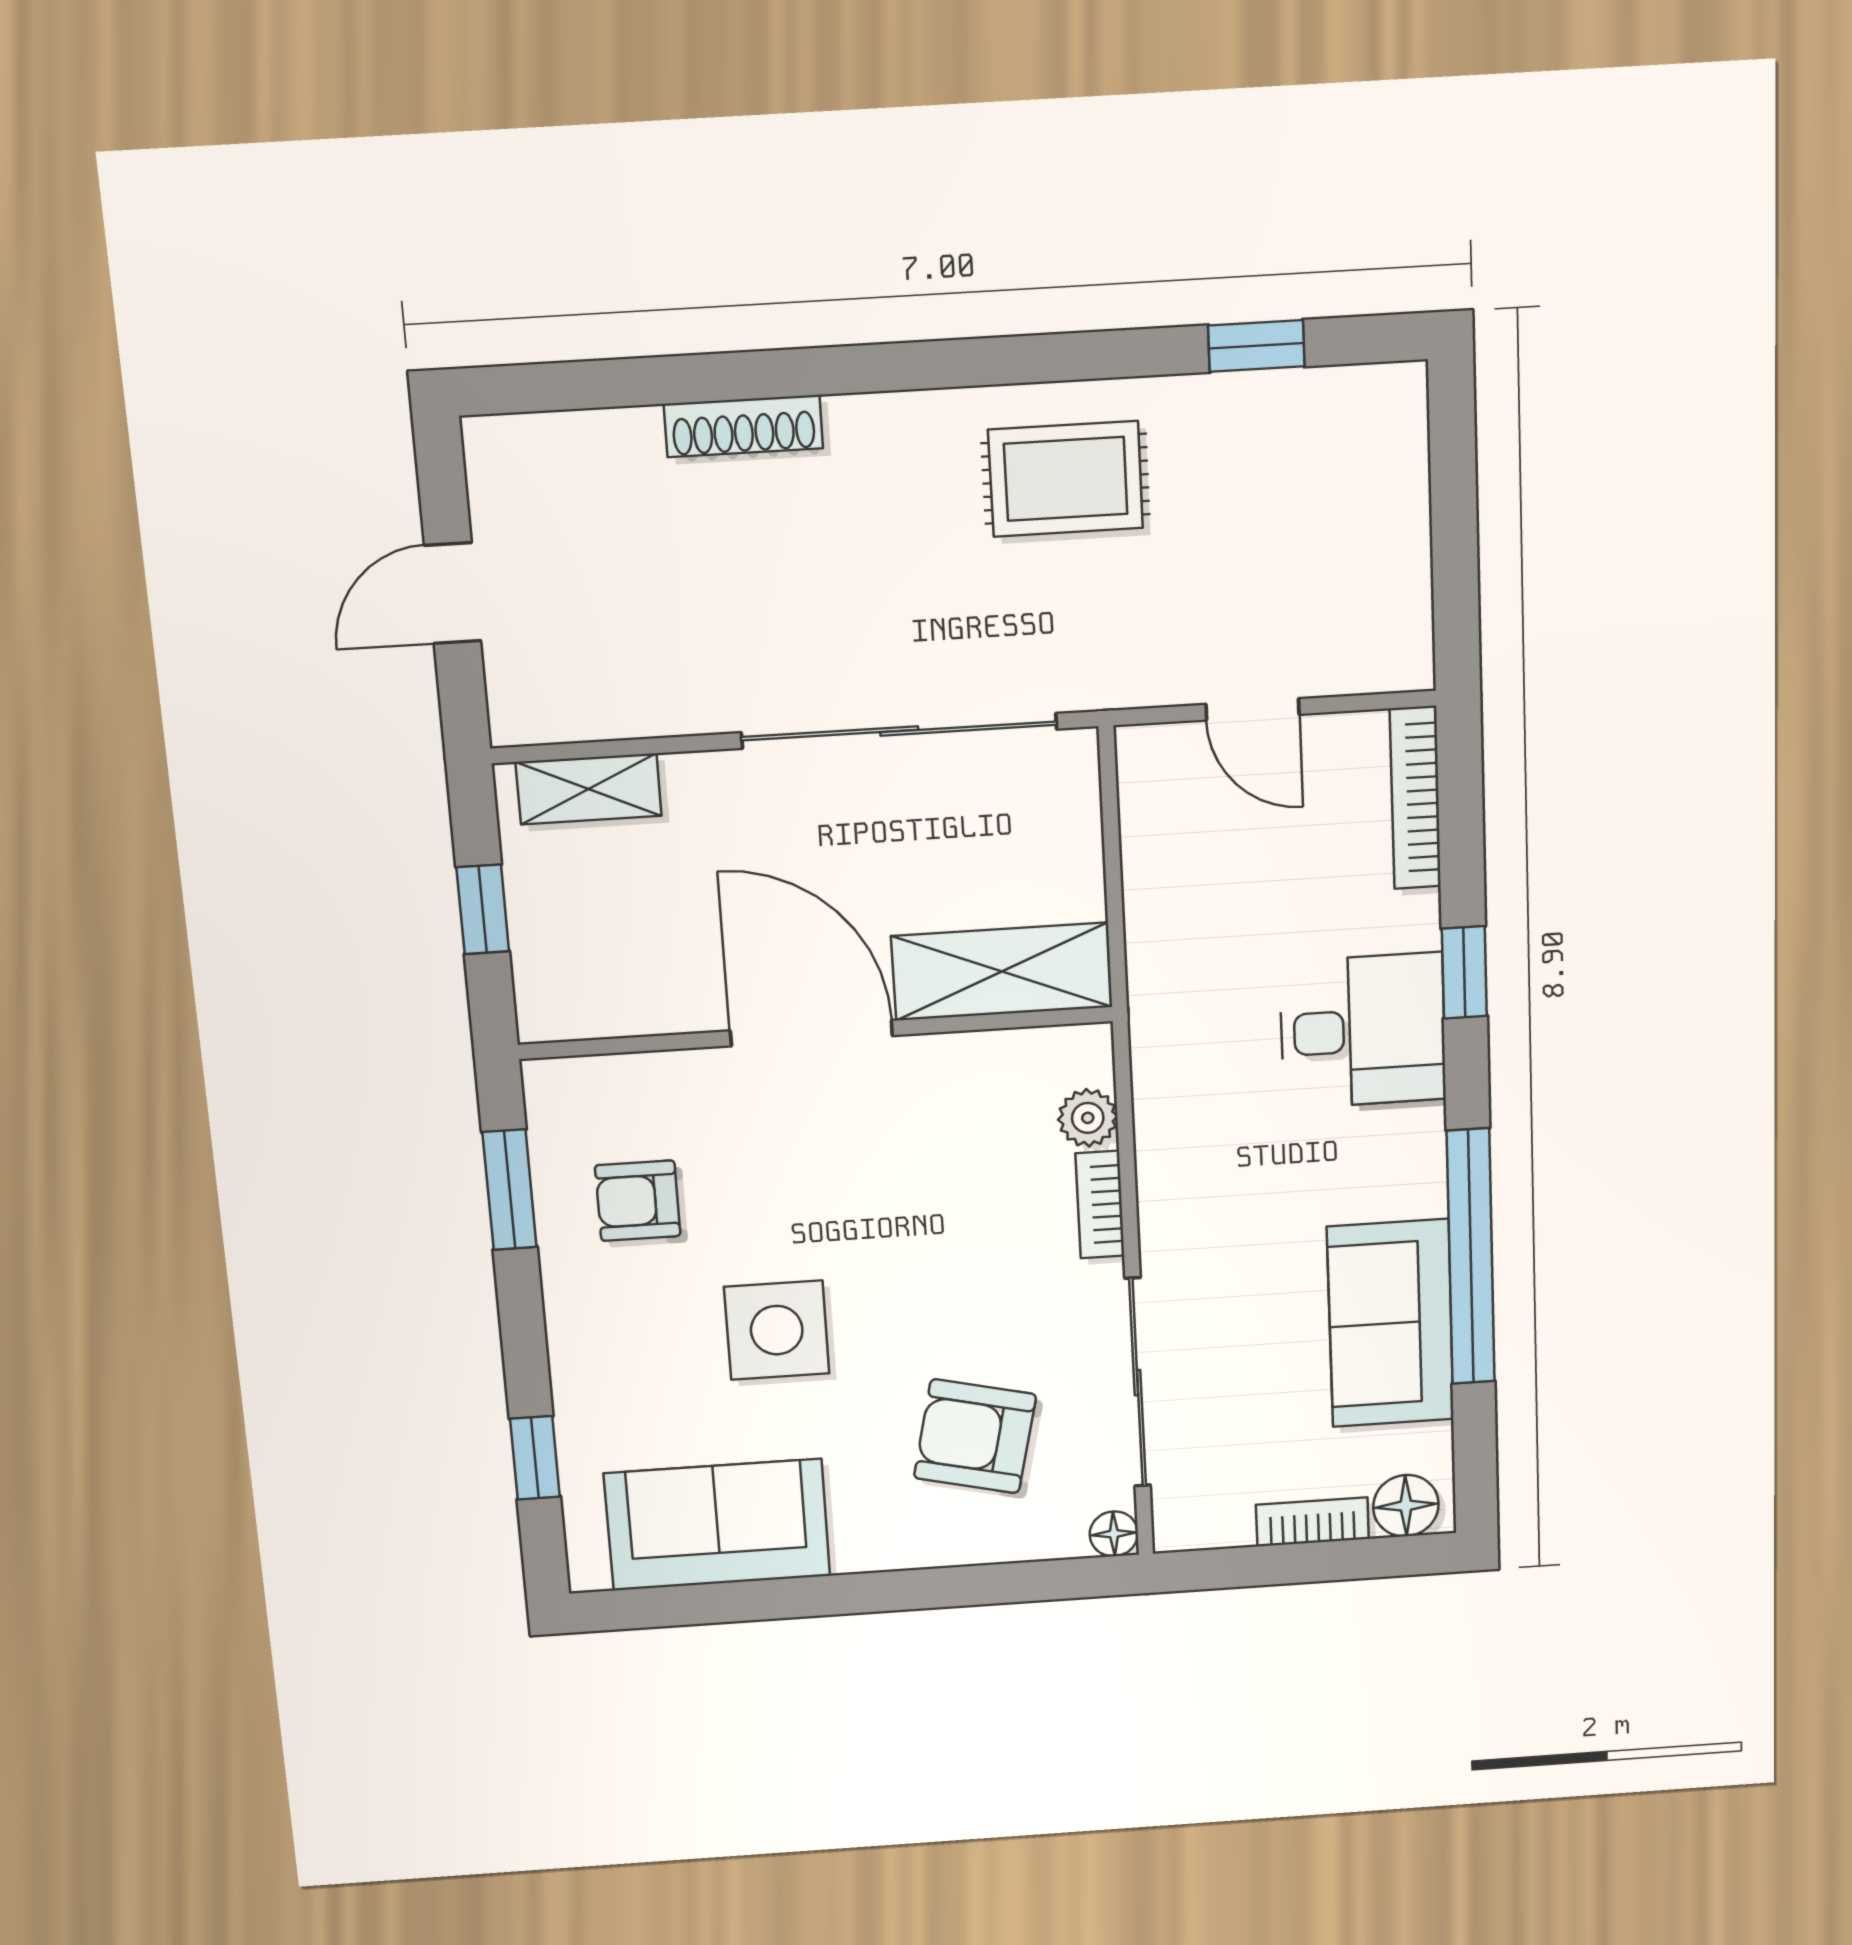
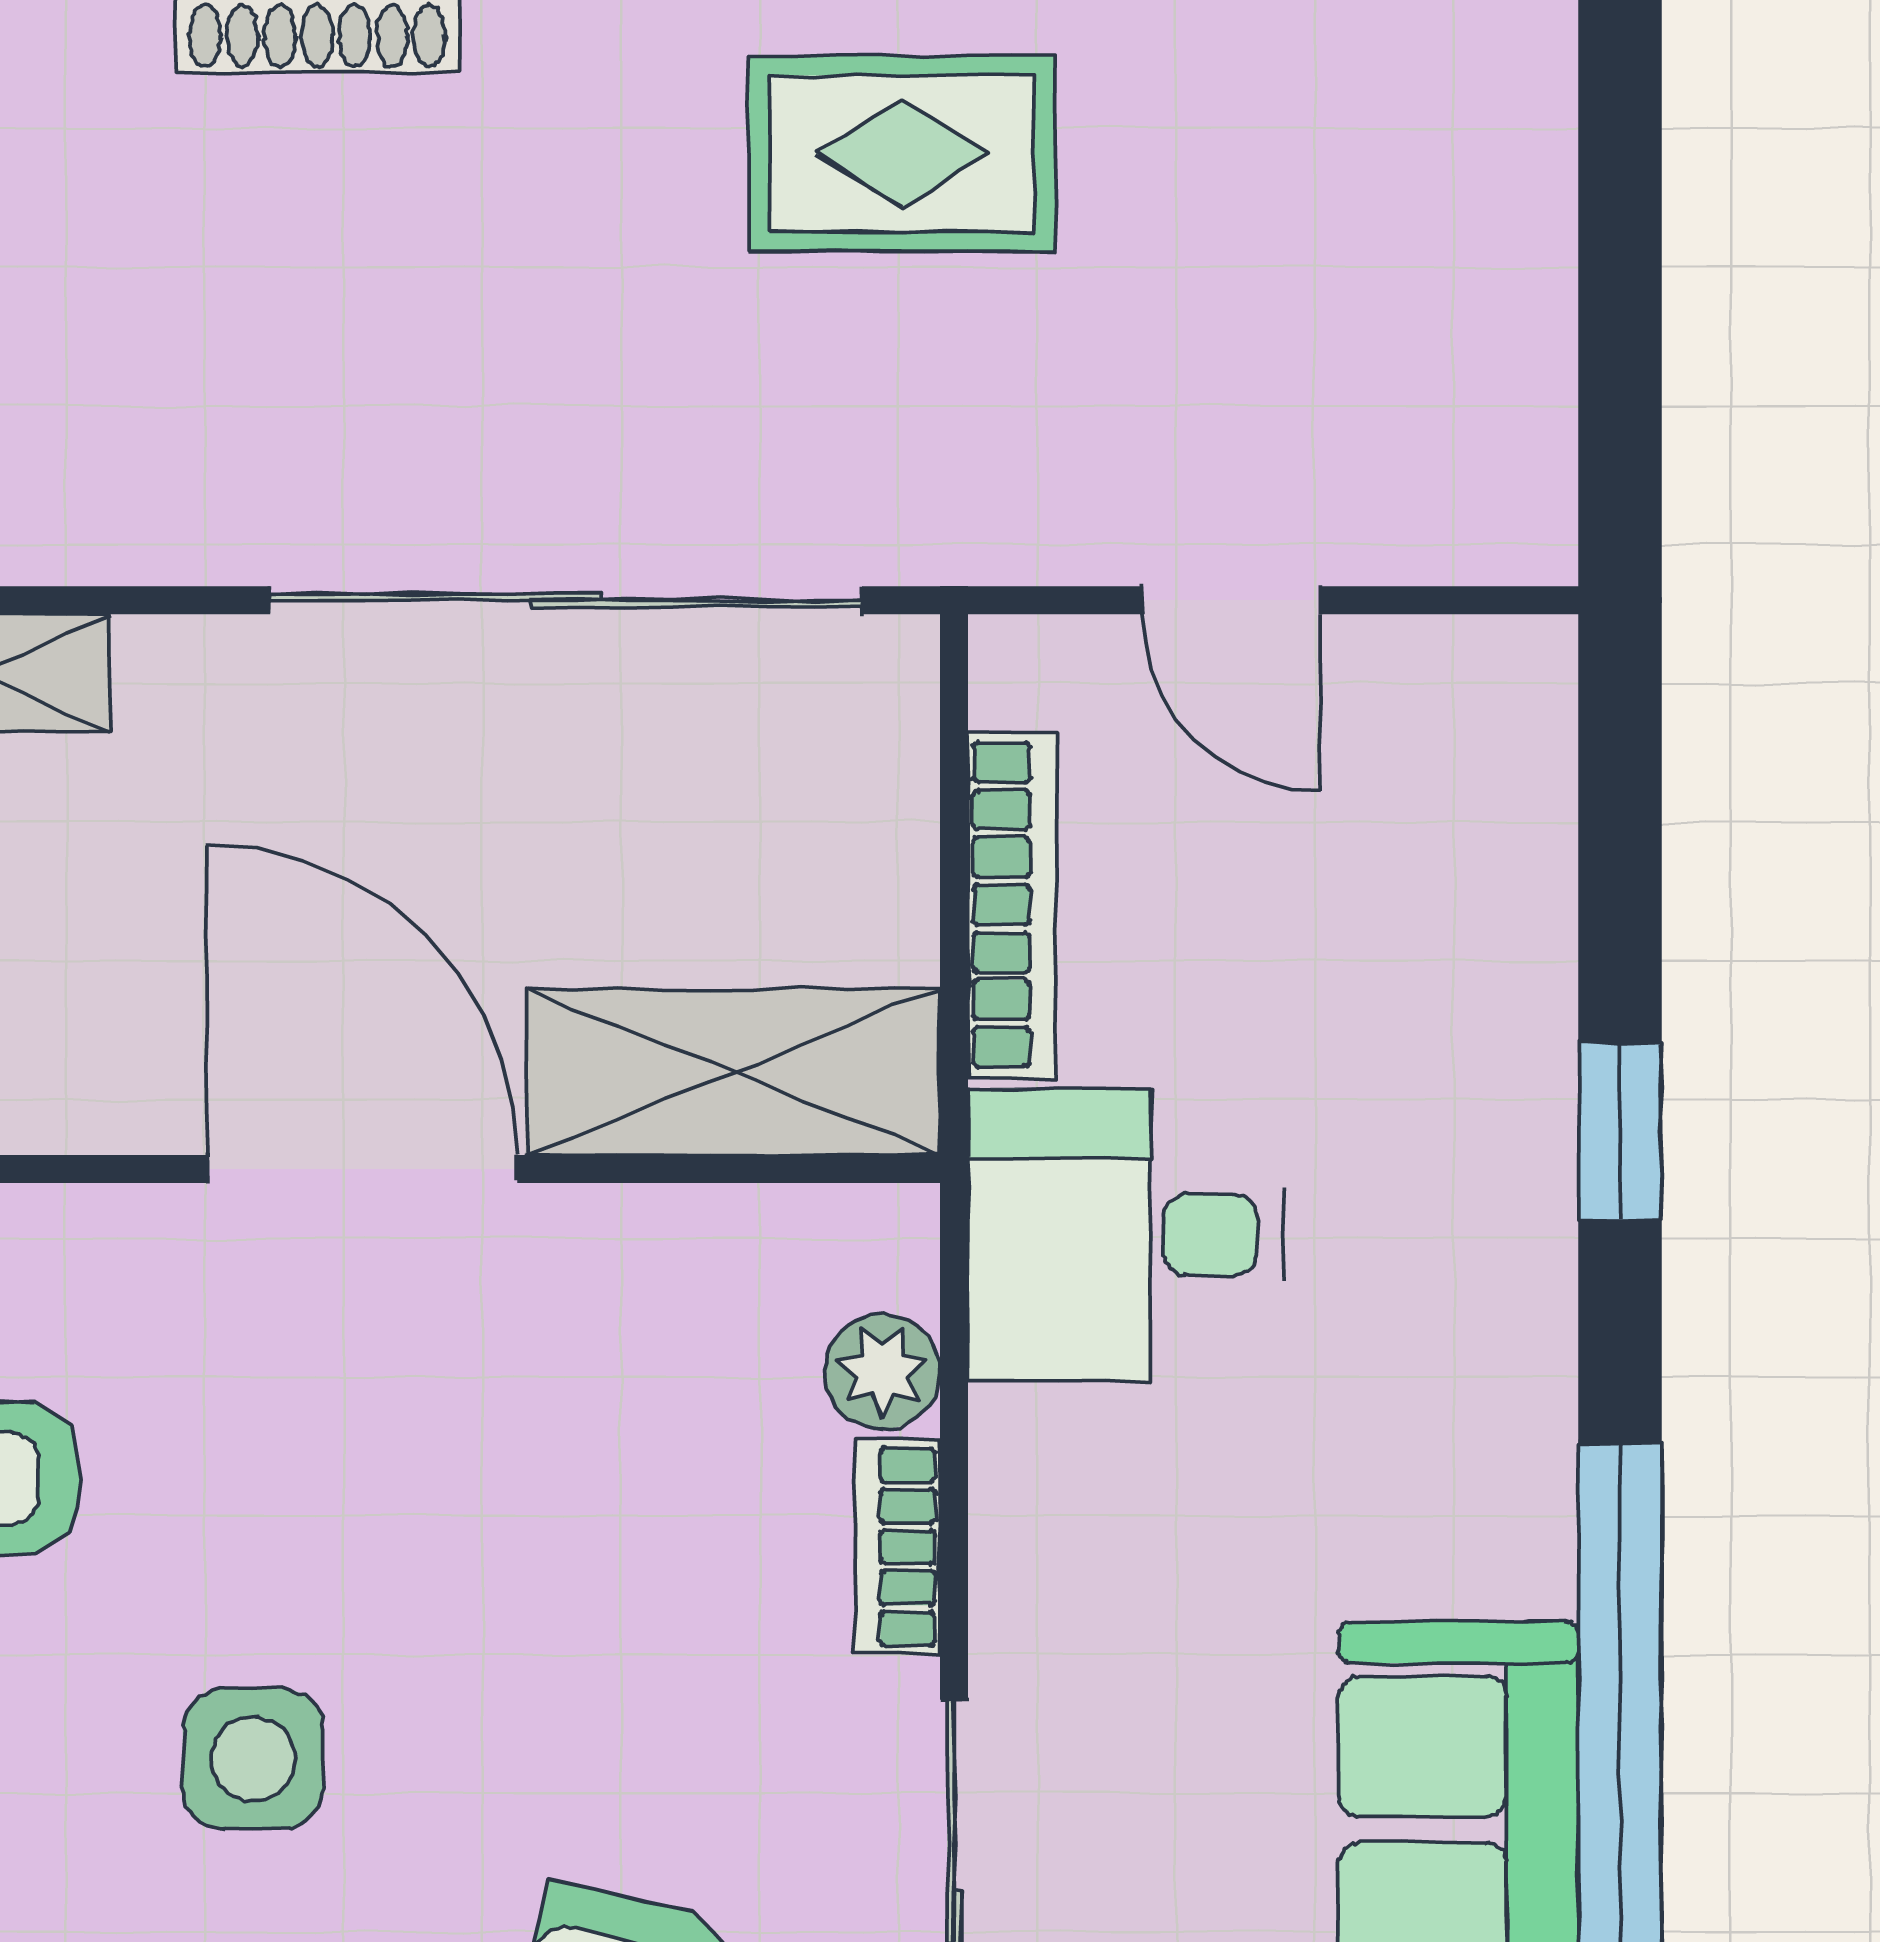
bookcase: (1415, 798) -> (1012, 905), moved, turned 180
desk: (1363, 1031) -> (1125, 1235), moved, turned 180
side table: (777, 1330) -> (253, 1759), width x0.73, depth x0.73

